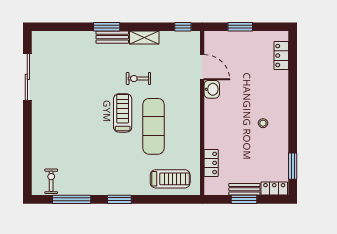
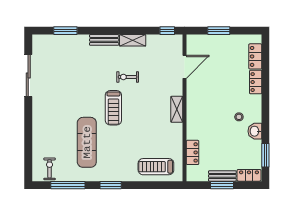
window: (107, 27) -> (65, 31), moved
door: (202, 67) -> (184, 67), hinge flipped
locker: (282, 84) -> (256, 82), added
washbasin: (212, 89) -> (255, 131), moved, turned 180
treadmill: (123, 113) -> (113, 108), turned 180
shelving: (193, 115) -> (177, 109), added
exercise mat: (153, 126) -> (87, 142), moved
treadmill: (170, 179) -> (156, 167), turned 180

